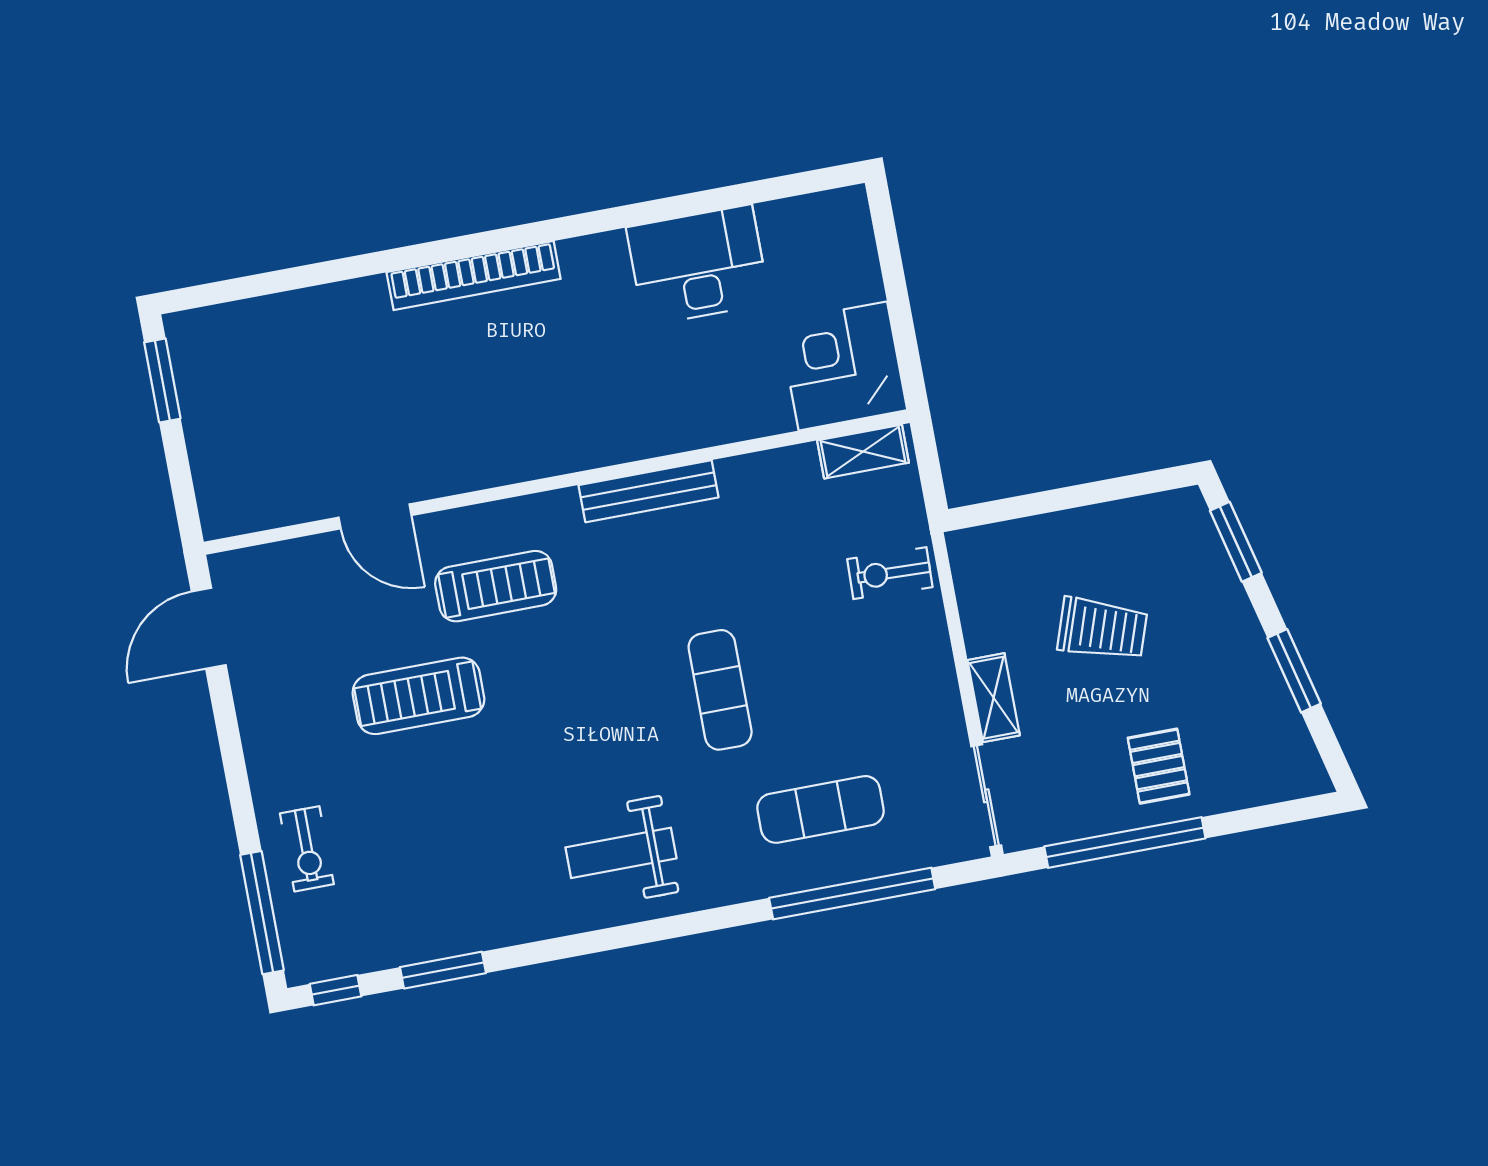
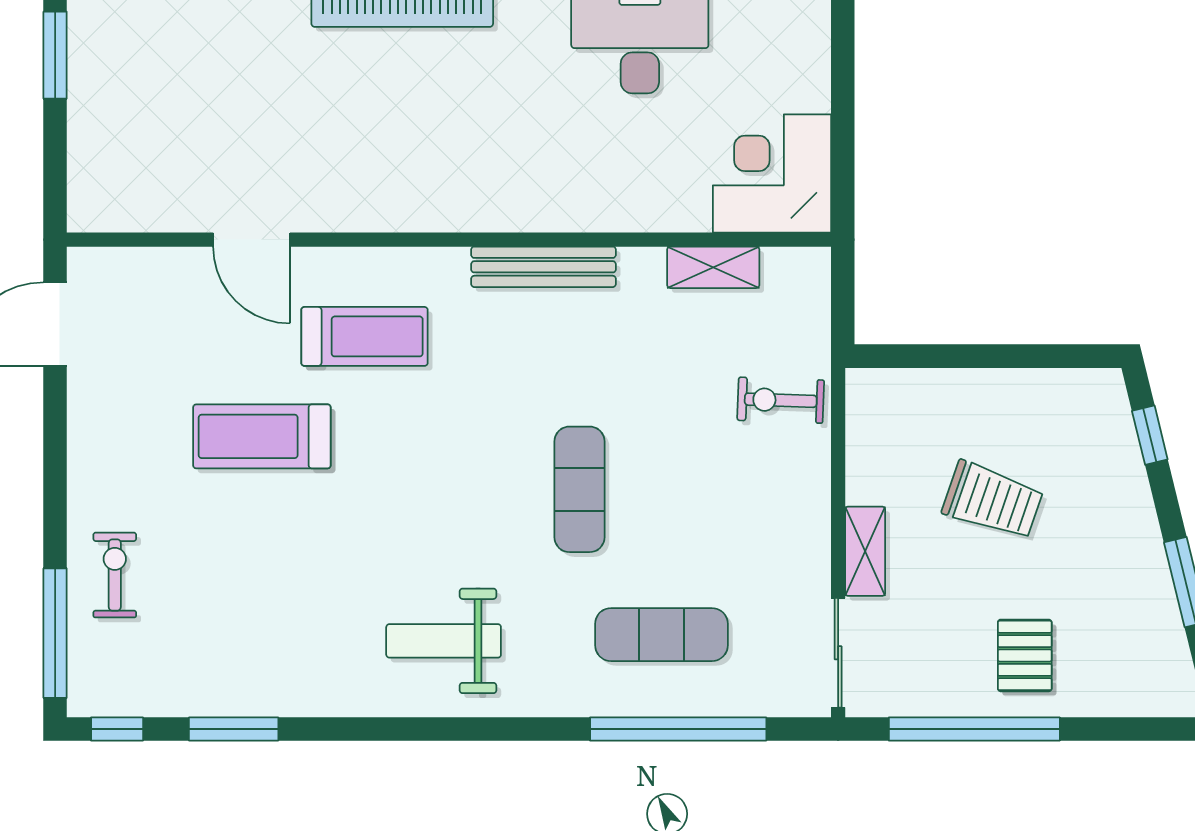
shelving: (863, 452) -> (713, 267), moved
window: (1236, 542) -> (1150, 435), width x0.67
exercise bike: (307, 849) -> (115, 575), turned 180

